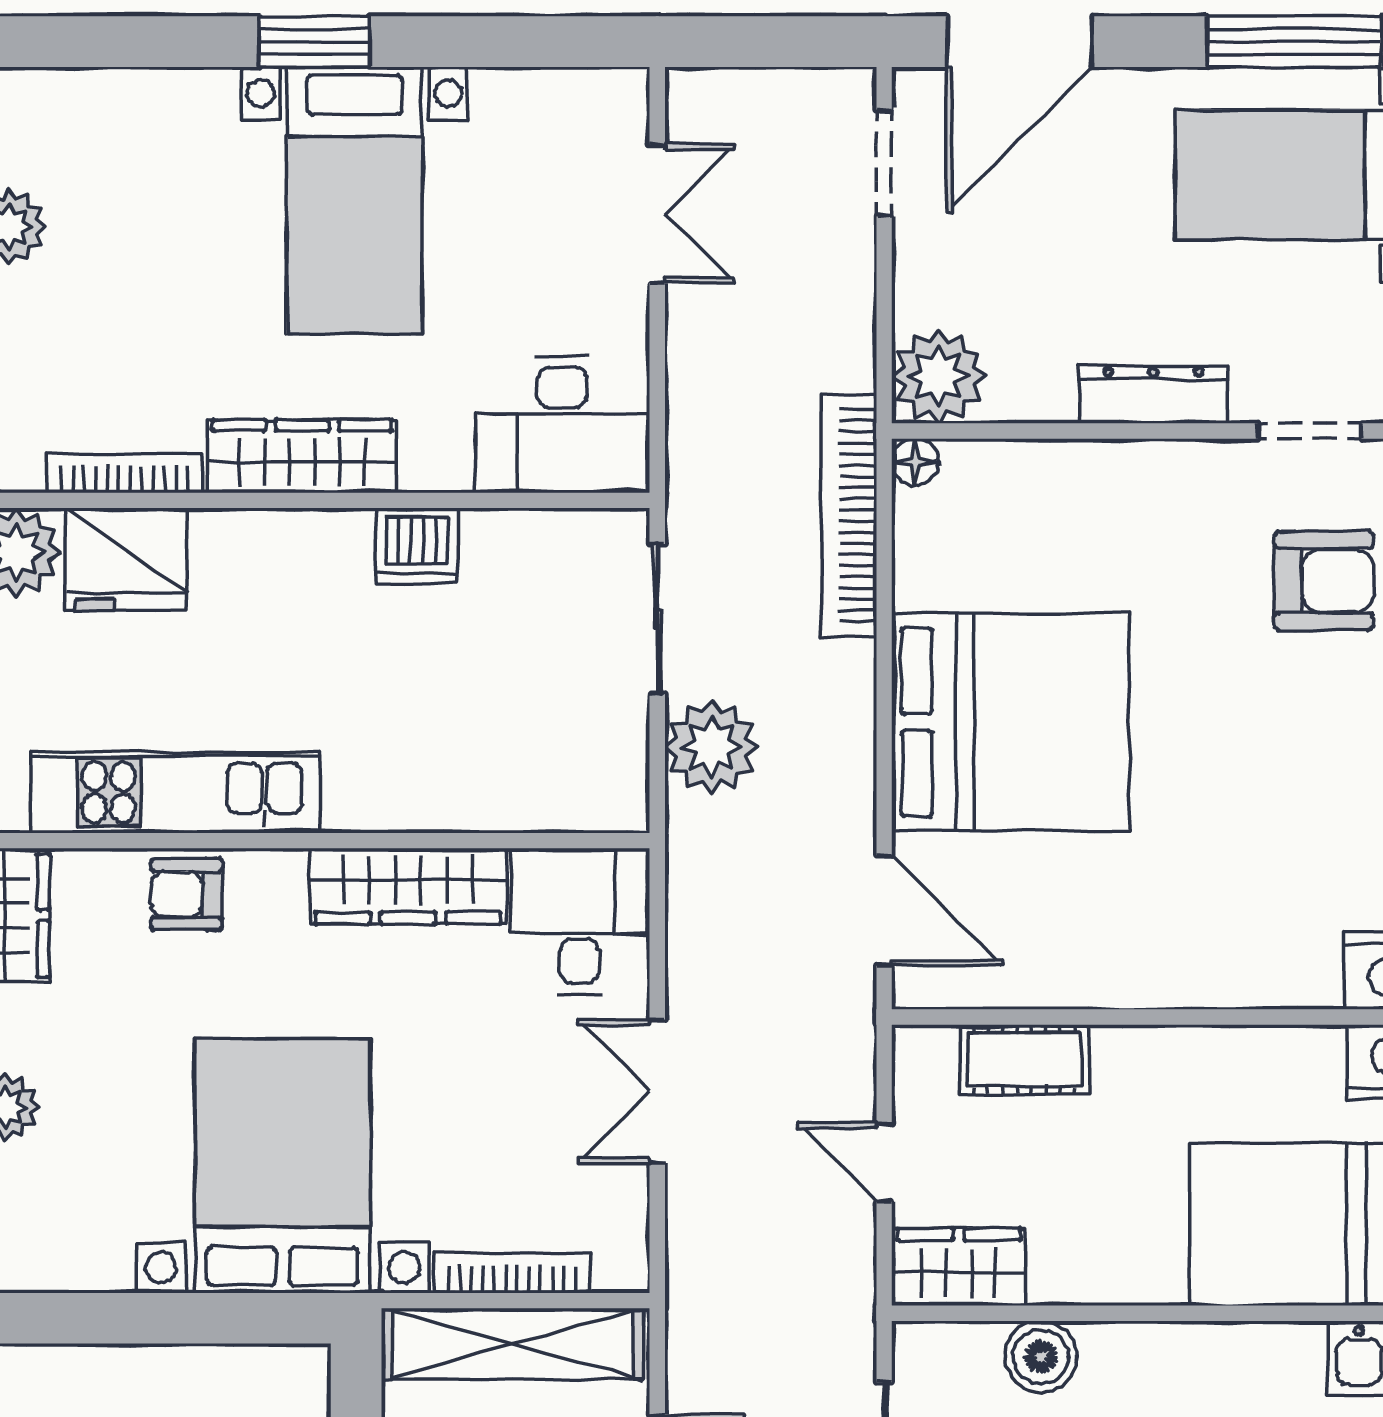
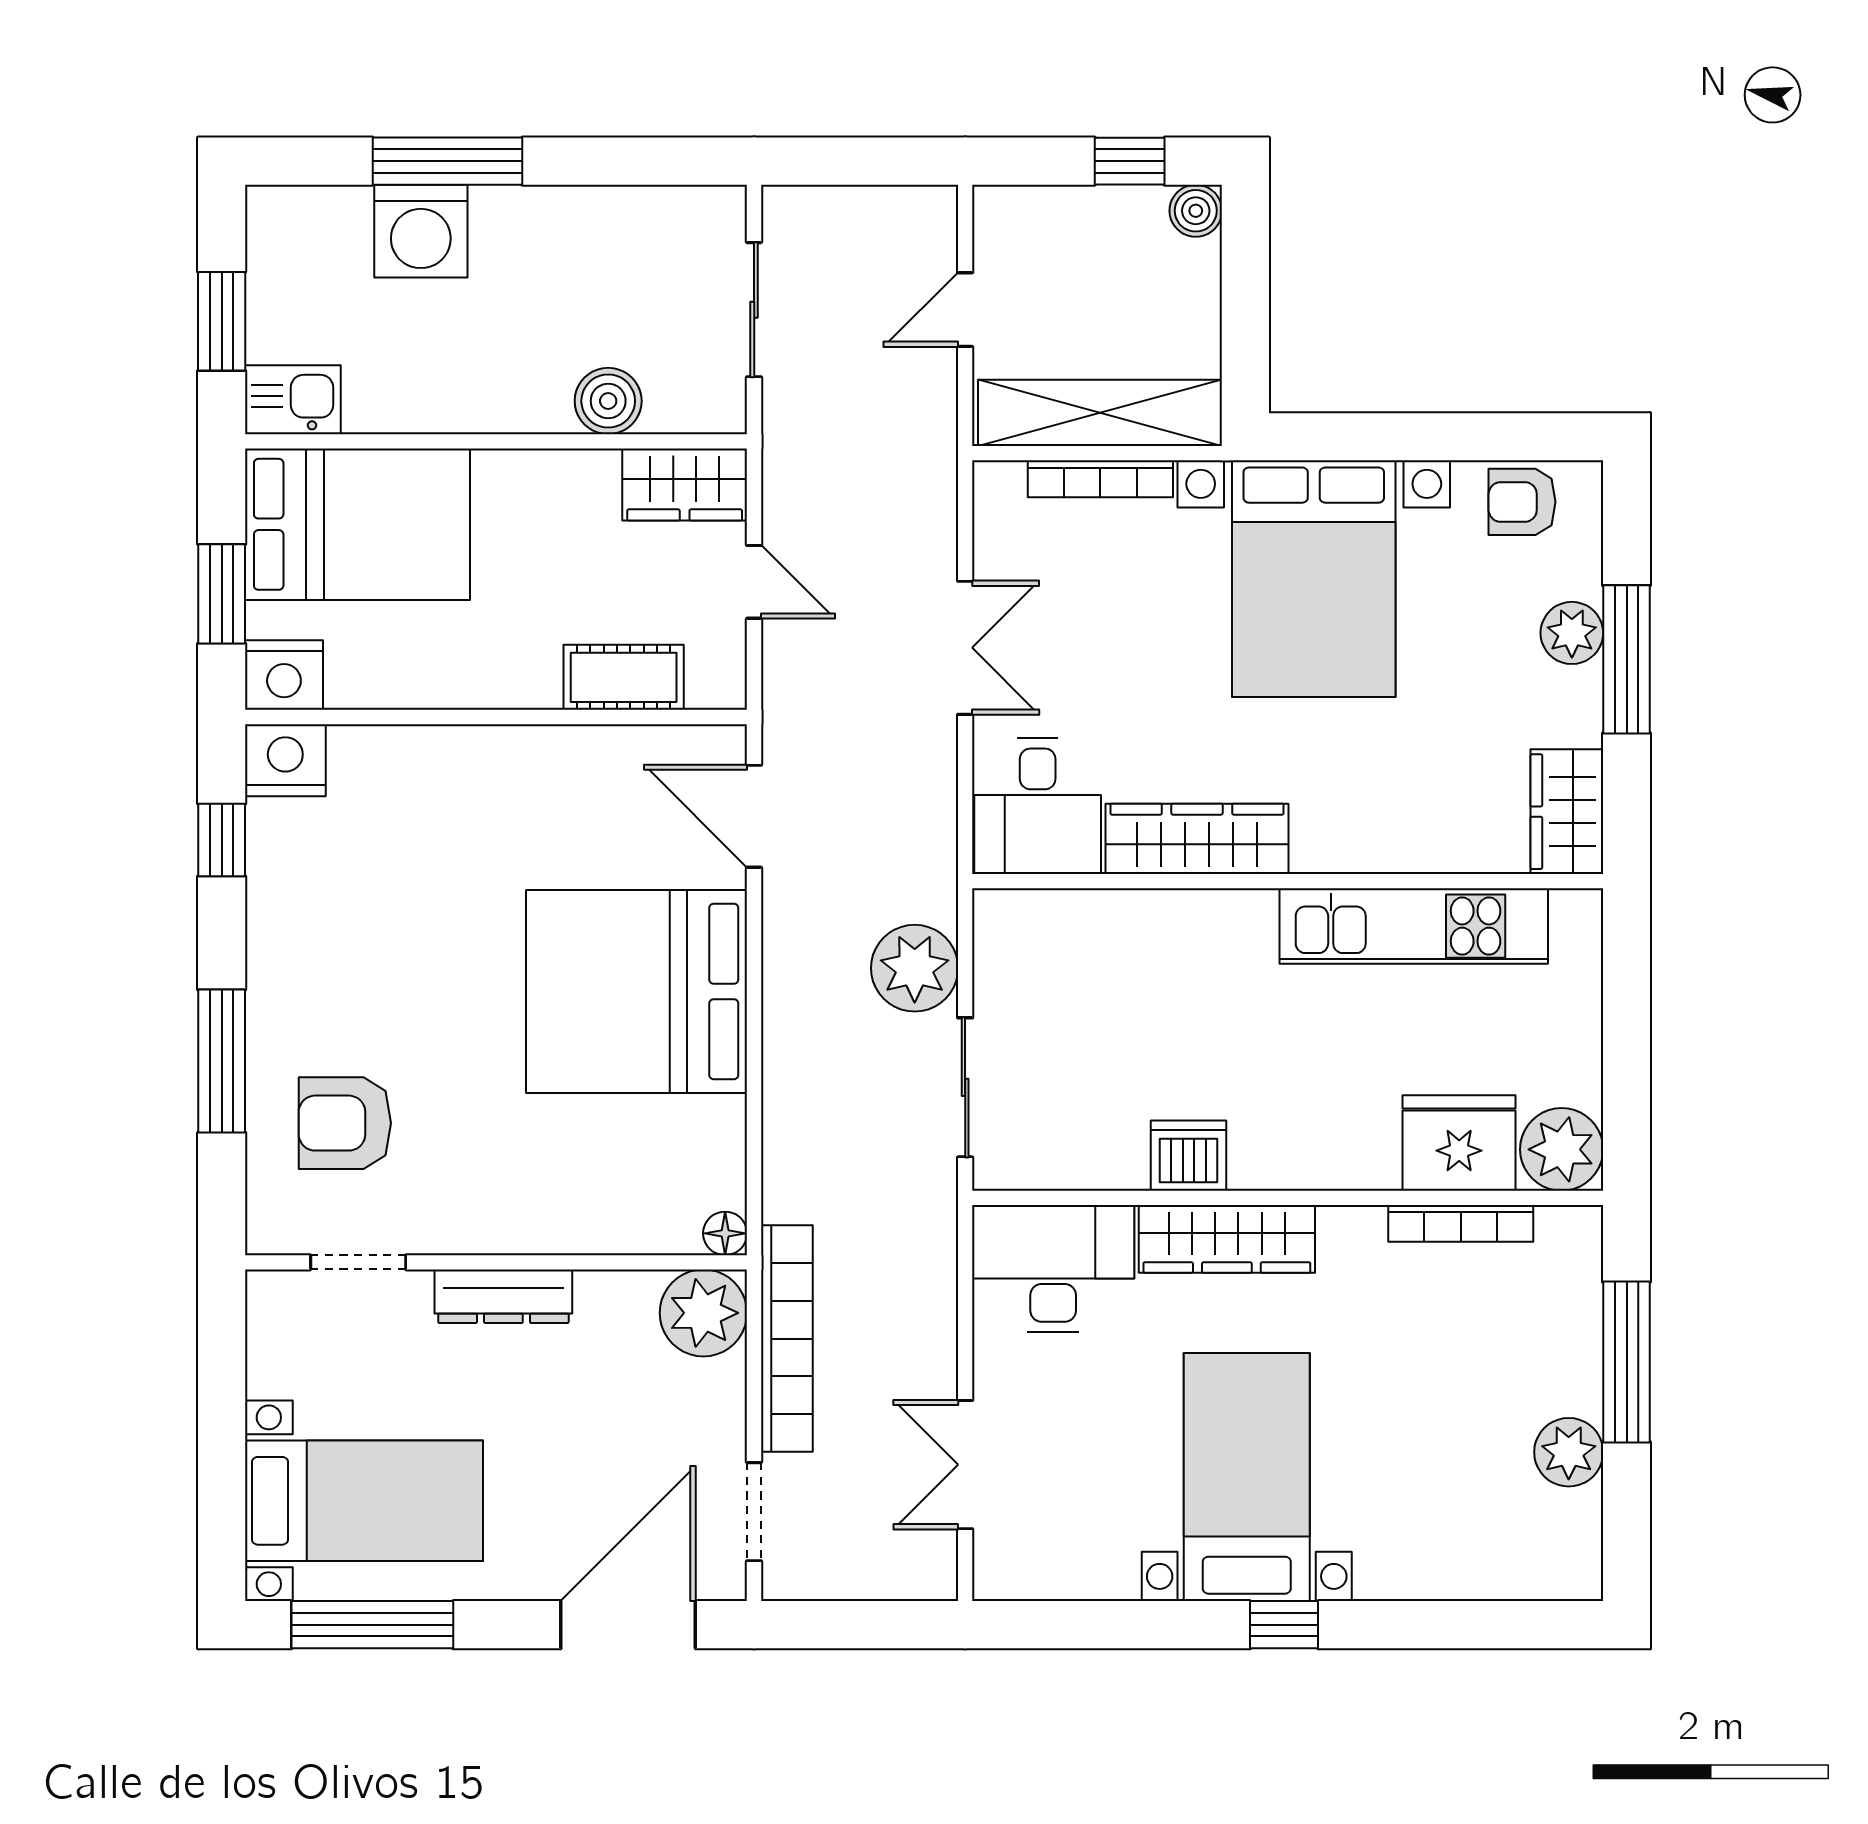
window: (314, 42) -> (1284, 1625), width x0.67
wardrobe: (302, 456) -> (1227, 1239), moved
bookcase: (849, 516) -> (787, 1339), moved
armchair: (187, 894) -> (1522, 502), moved, turned 180

